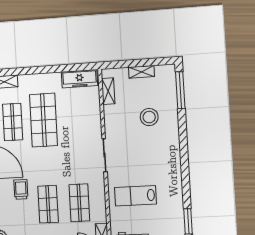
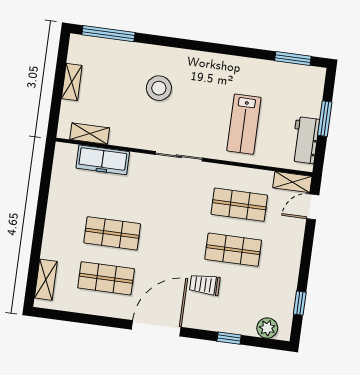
freezer: (80, 79) -> (103, 160), moved, turned 90
stool: (149, 117) -> (159, 88), moved
shop shelf: (43, 120) -> (112, 233), width x0.70, depth x0.74

